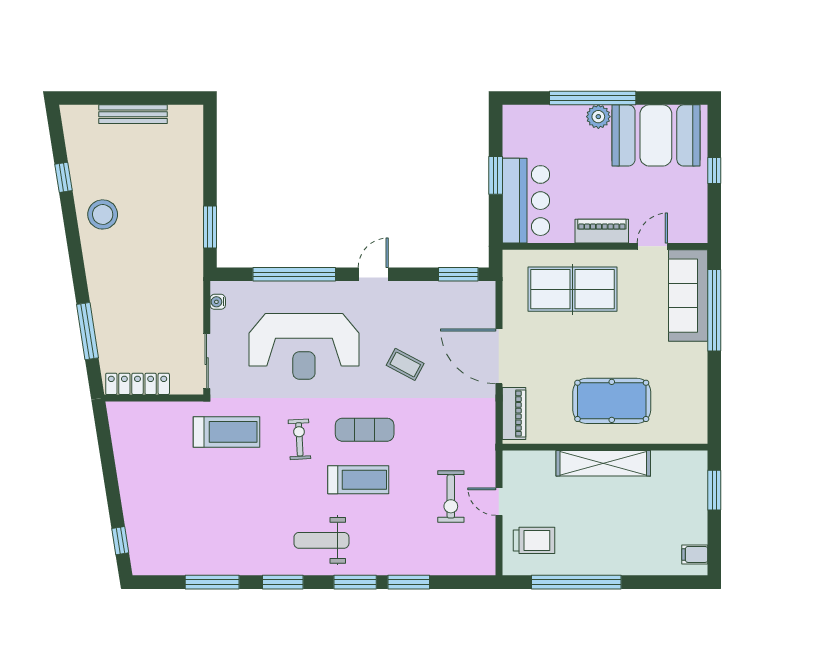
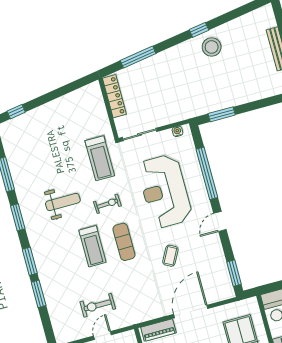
window: (63, 177) -> (199, 30), moved
door: (373, 274) -> (220, 221), swing flipped
weight bench: (321, 540) -> (63, 202), moved, turned 90

